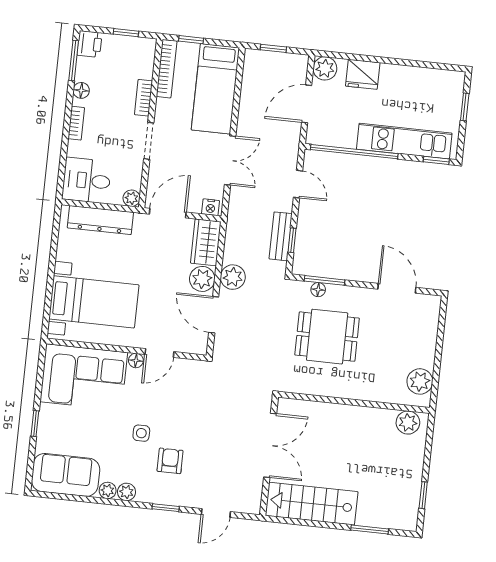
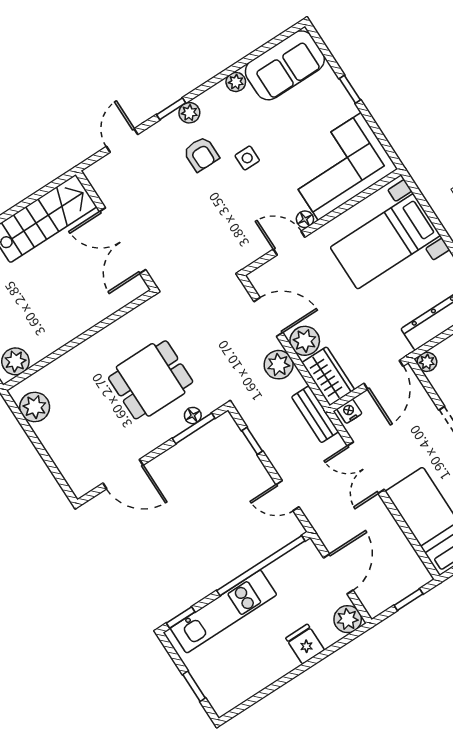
fridge: (363, 74) -> (305, 644), width x0.72
bench: (281, 236) -> (315, 414), moved
door: (159, 353) -> (289, 243), hinge flipped
plant: (126, 492) -> (189, 113), moved

